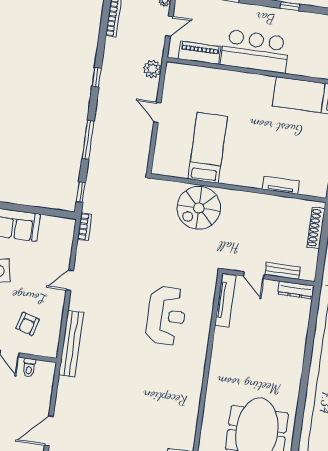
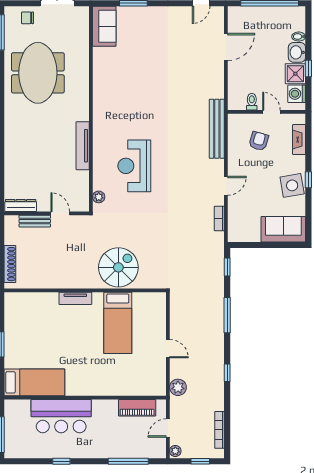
bar counter: (255, 51) -> (61, 416), moved
tv unit: (281, 185) -> (75, 298), moved
bookcase: (85, 227) -> (219, 218), moved
plant: (210, 287) -> (99, 197), added
tv unit: (225, 300) -> (83, 146), moved

